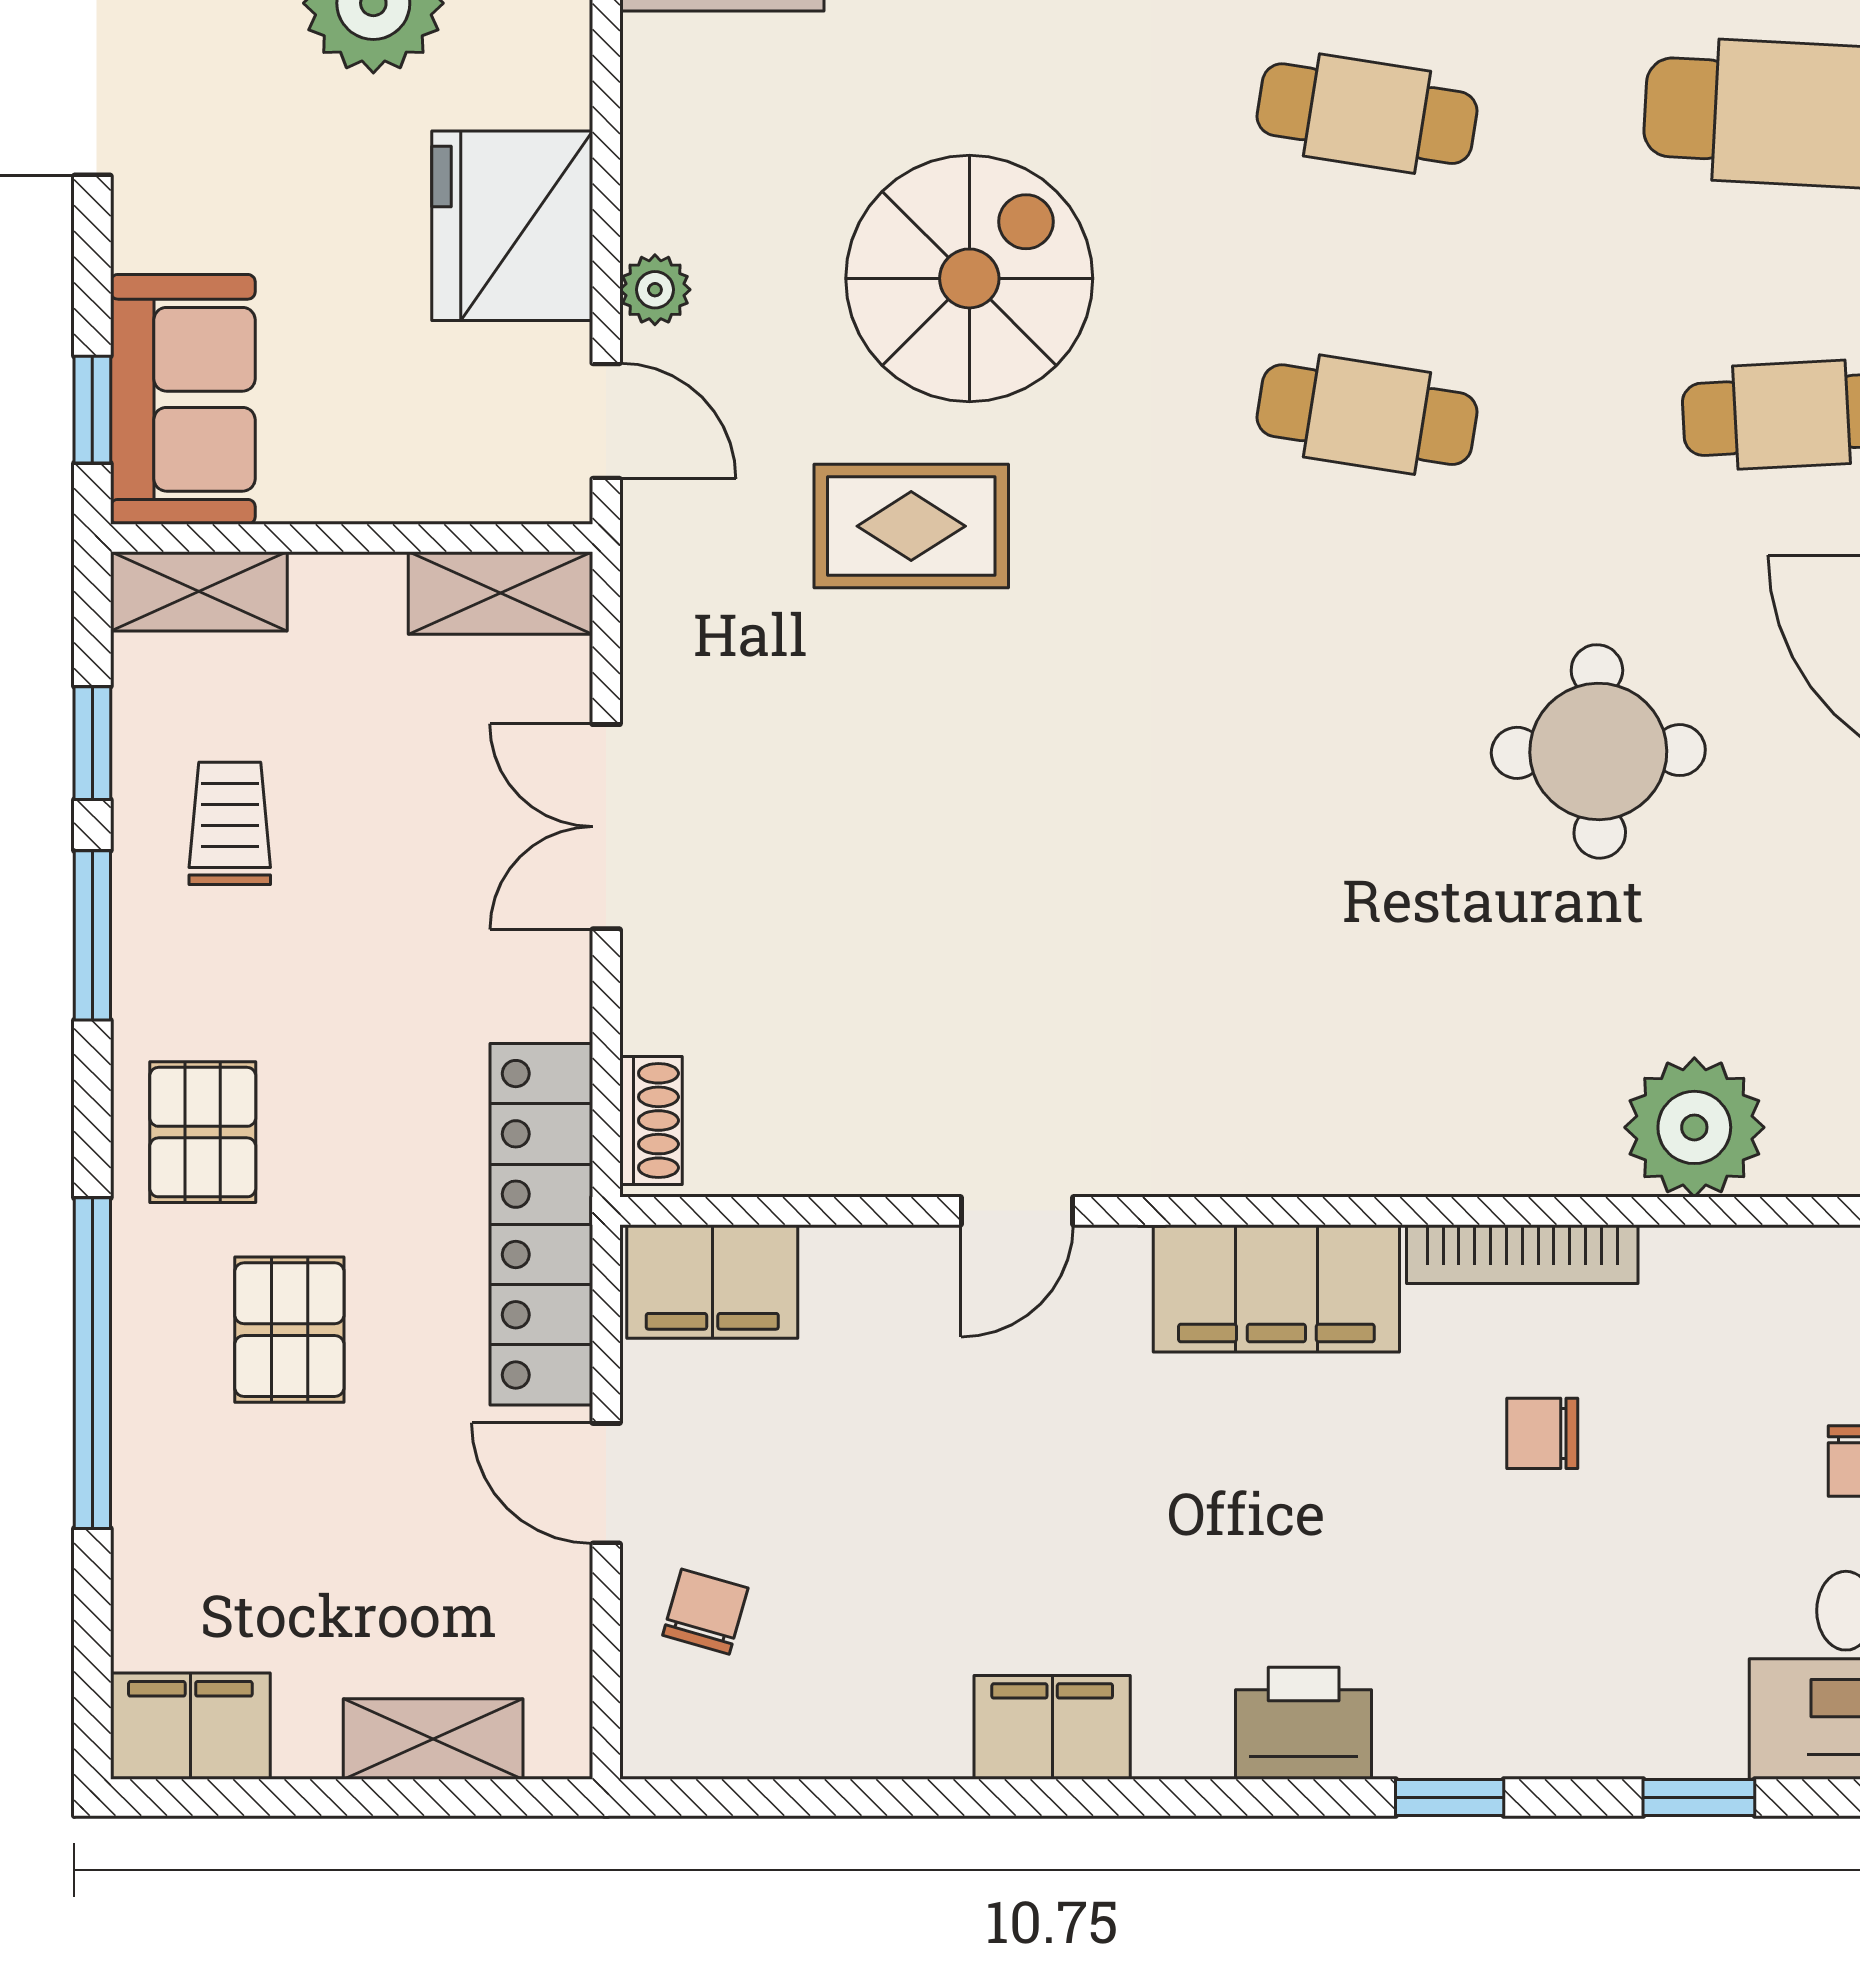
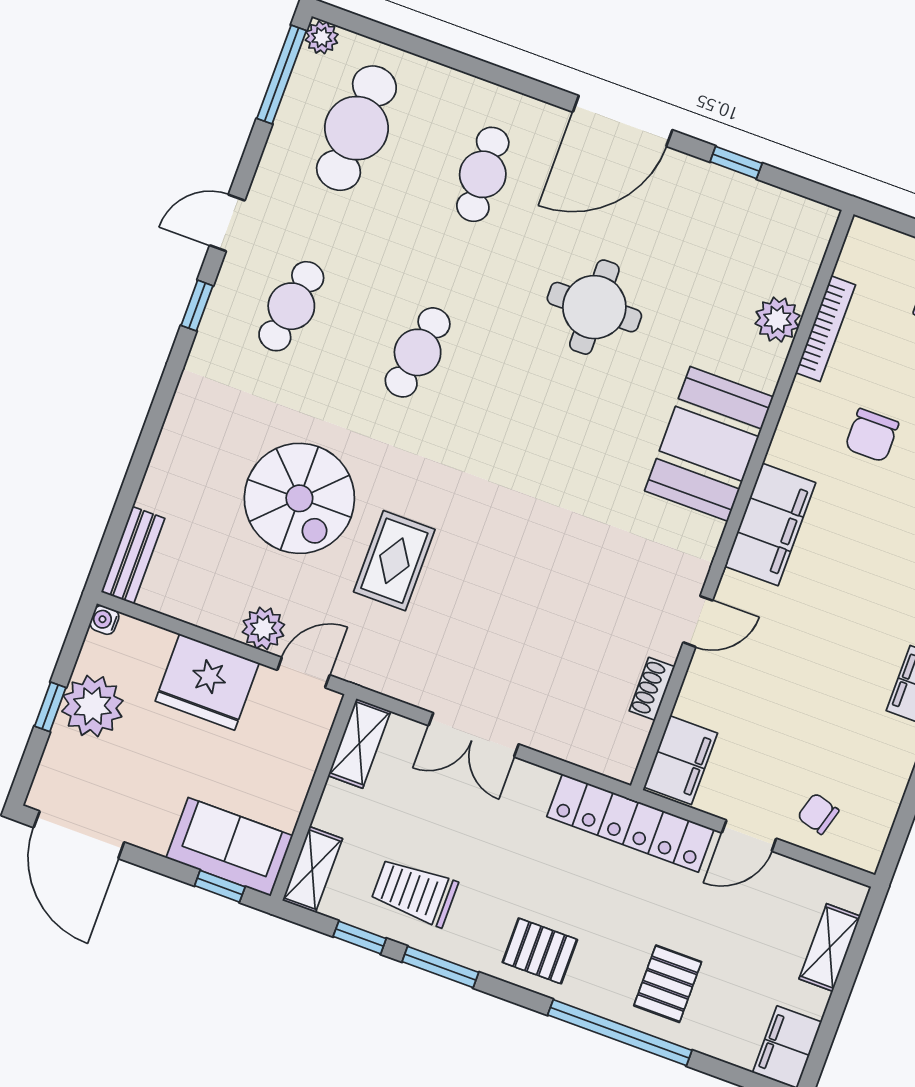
spiral stairs: (969, 278) -> (299, 498), turned 180
plant: (655, 290) -> (263, 628), width x1.38, depth x1.38
trolley: (230, 823) -> (414, 892), width x1.36, depth x1.39
booth: (1399, 1098) -> (709, 444), added
shoe rack: (651, 1120) -> (652, 689), moved, turned -90
plant: (1694, 1127) -> (777, 320), width x0.73, depth x0.73
door: (1017, 1211) -> (698, 621), hinge flipped
bookcase: (1522, 1254) -> (826, 329), moved
pallet: (289, 1330) -> (668, 984), moved, turned 90
chair: (1542, 1433) -> (872, 435), width x1.37, depth x1.37

